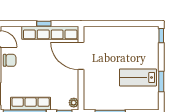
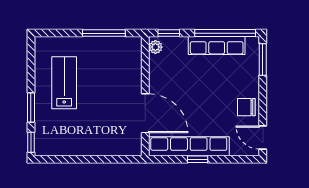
lab bench: (138, 77) -> (64, 83), turned -90
window: (161, 82) -> (31, 108), moved

